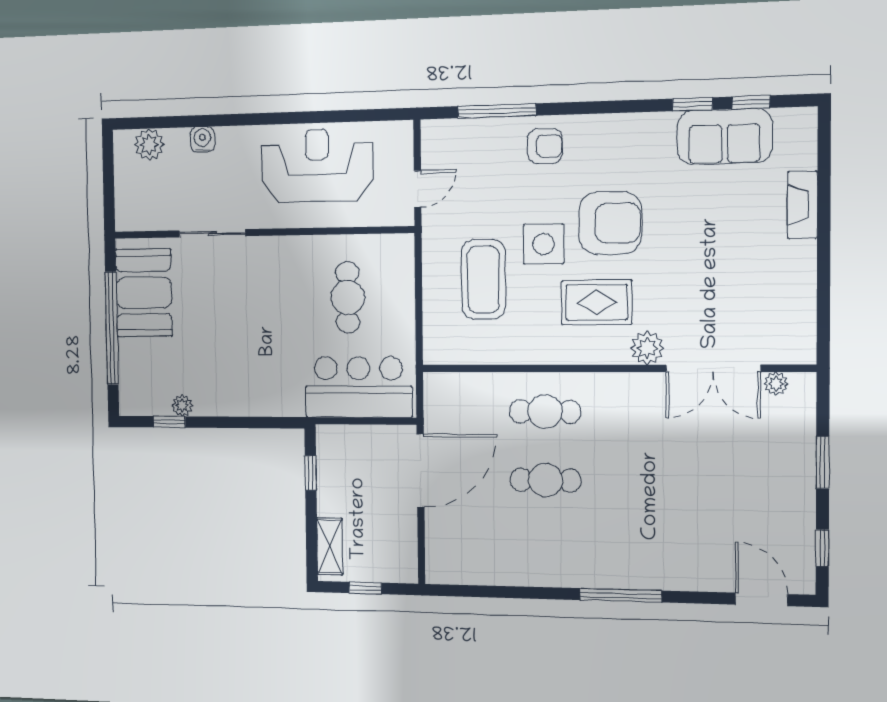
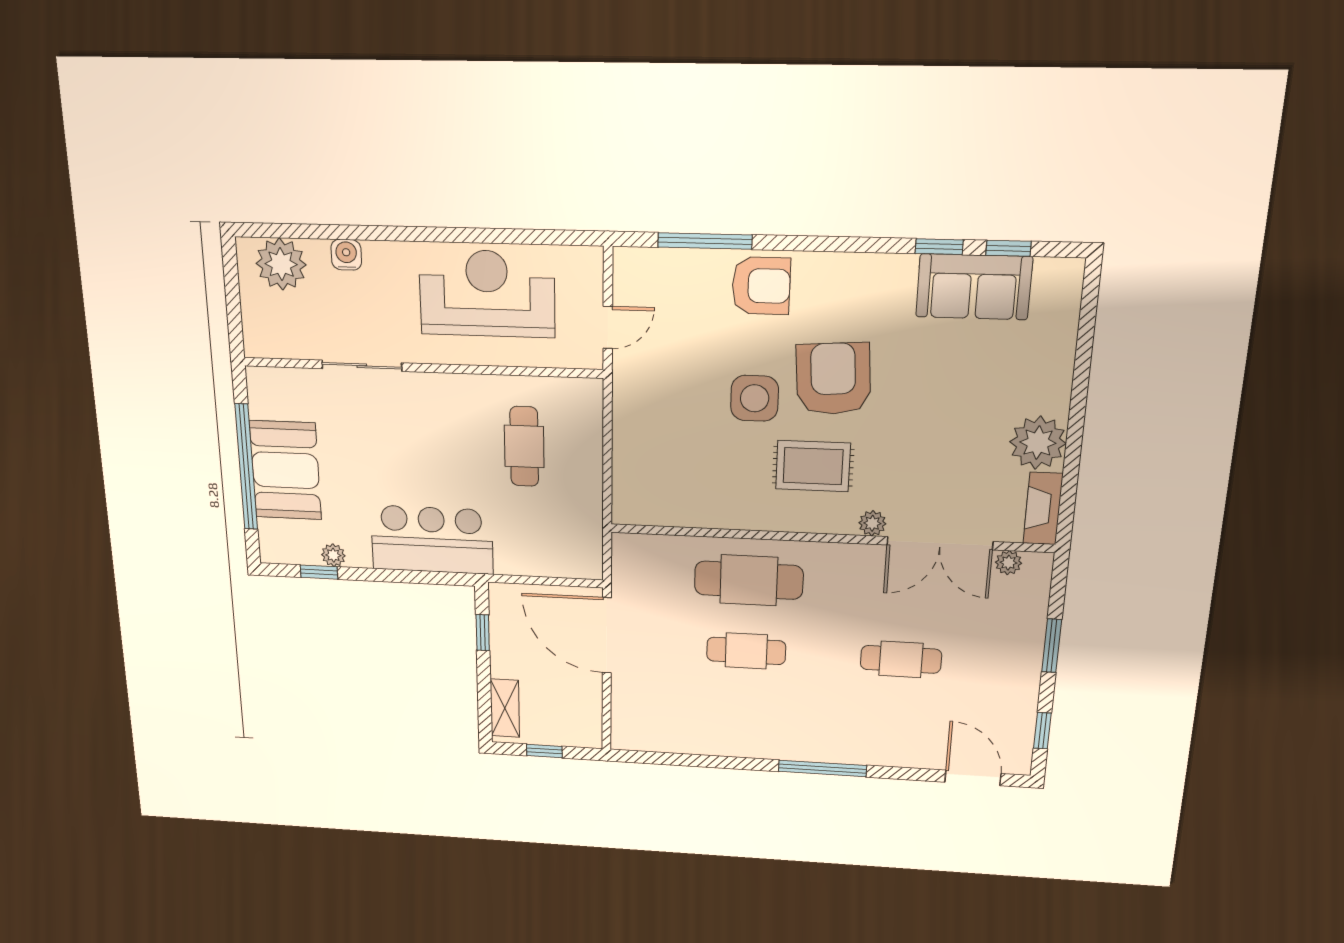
plant: (149, 145) -> (281, 264), width x1.36, depth x1.36
armchair: (545, 146) -> (761, 286), width x1.38, depth x1.38
fireplace: (803, 205) -> (1043, 508), moved
armchair: (610, 223) -> (833, 379), turned -94
plant: (792, 271) -> (1038, 443), added
coffee table: (483, 279) -> (683, 434), removed
booth: (144, 293) -> (285, 470), moved
plant: (647, 348) -> (872, 523), width x0.73, depth x0.73
bar counter: (359, 387) -> (432, 540), moved
cafe table: (545, 412) -> (749, 580), width x1.37, depth x1.35
door: (421, 471) -> (607, 635), swing flipped
cafe table: (686, 482) -> (901, 659), added

